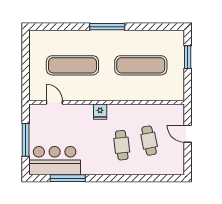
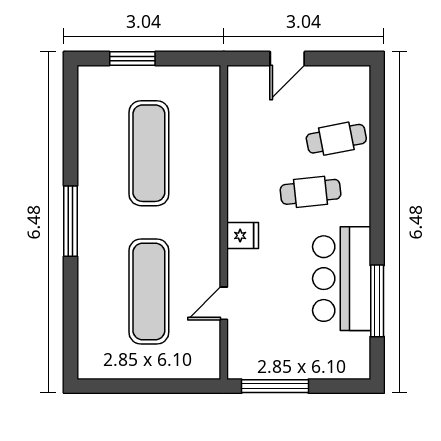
door: (54, 102) -> (224, 303), moved
window: (26, 140) -> (275, 386), moved
cafe table: (149, 141) -> (336, 139), moved
bar counter: (55, 161) -> (342, 279), moved

